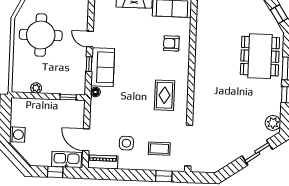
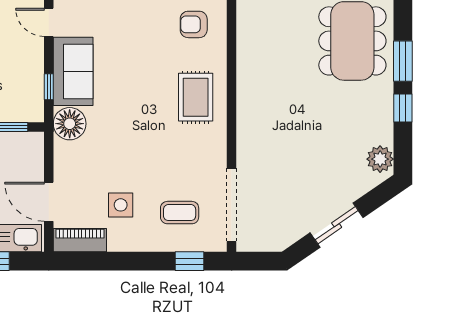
window: (89, 64) -> (49, 87), moved
floor lamp: (95, 92) -> (70, 124), width x1.89, depth x1.89
rug: (164, 95) -> (196, 97), moved
sliding door: (257, 153) -> (337, 225), moved

